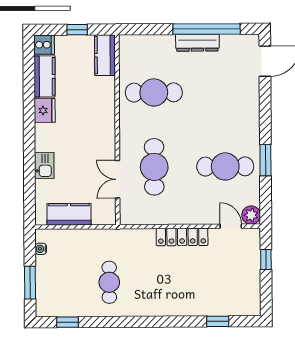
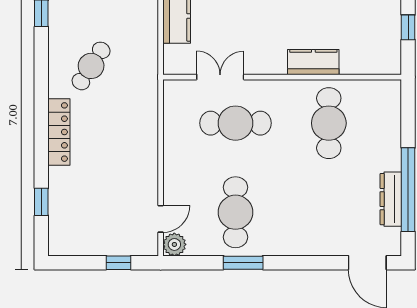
dresser: (197, 43) -> (391, 199), moved
kitchen counter: (105, 55) -> (313, 62), moved
locker: (182, 237) -> (59, 132), moved, turned 180
cafe table: (109, 282) -> (91, 66), turned -57

